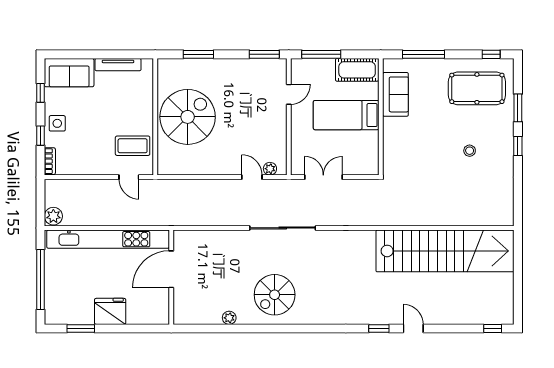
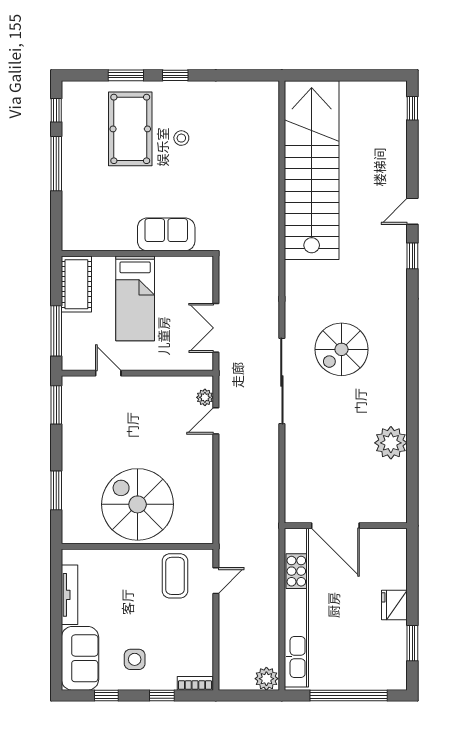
window: (423, 54) -> (56, 164), moved
pool table: (477, 88) -> (130, 129), moved
sofa: (395, 94) -> (166, 234), moved
side table: (57, 123) -> (135, 659), moved
spiral stairs: (275, 295) -> (342, 349), moved, turned 90
fridge: (110, 311) -> (394, 605), width x0.73, depth x0.75
plant: (229, 318) -> (391, 443), width x1.87, depth x1.87

